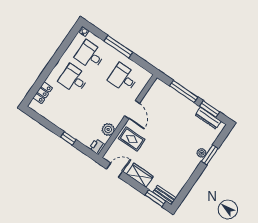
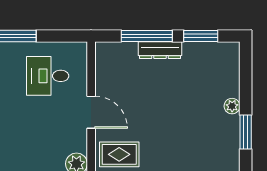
dresser: (208, 118) -> (160, 50), moved
window: (210, 155) -> (246, 132), moved

